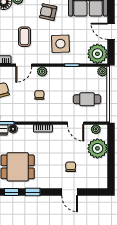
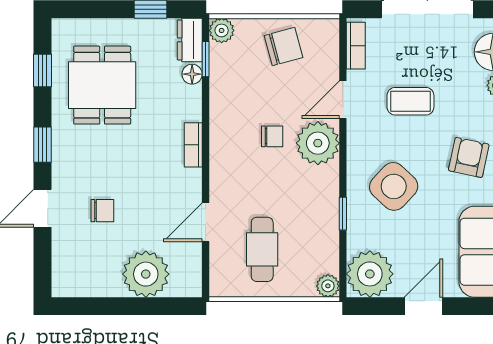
side table: (60, 44) -> (394, 186), turned 45
door: (24, 65) -> (343, 100), hinge flipped
plant: (42, 72) -> (318, 143), width x1.88, depth x1.88
plant: (96, 129) -> (191, 270), removed
window: (33, 192) -> (43, 145), moved

